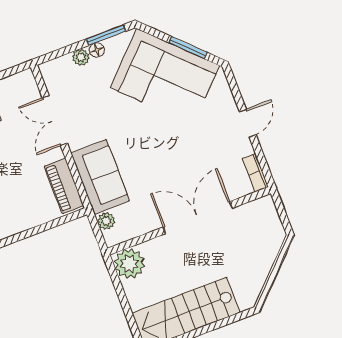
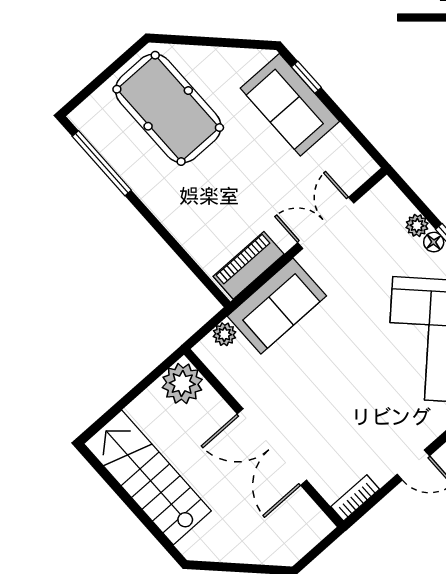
double door: (198, 218) -> (272, 447), swing flipped

